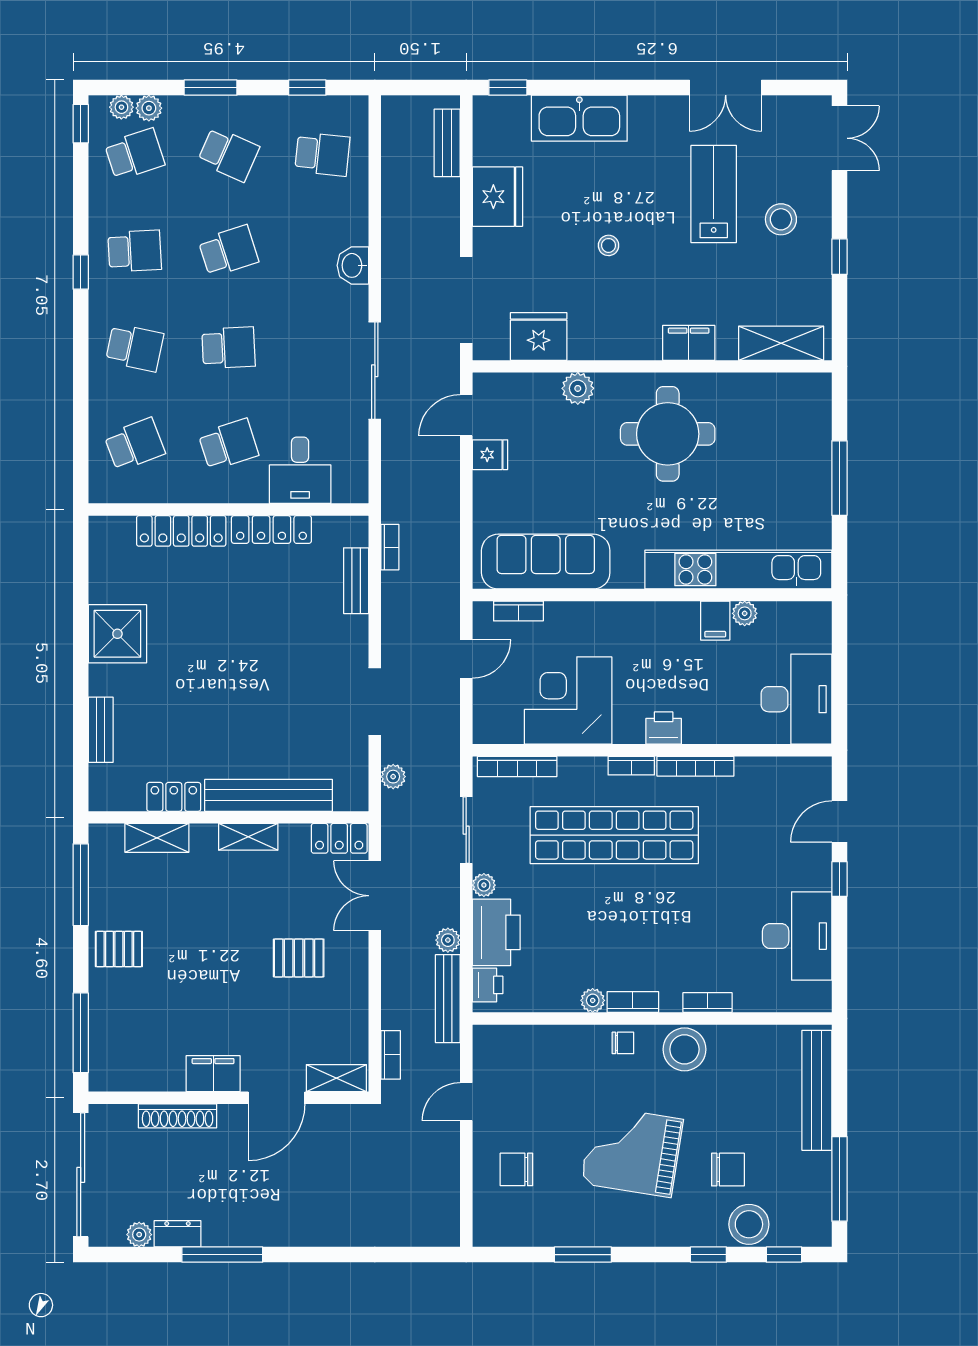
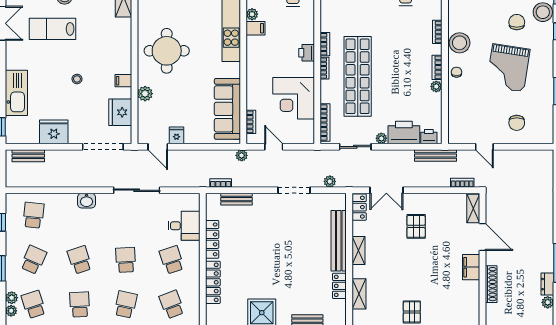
filing cabinet: (689, 343) -> (123, 81), moved, width x0.50
bookcase: (695, 766) -> (325, 44), width x0.64
plant: (448, 940) -> (242, 155), moved

